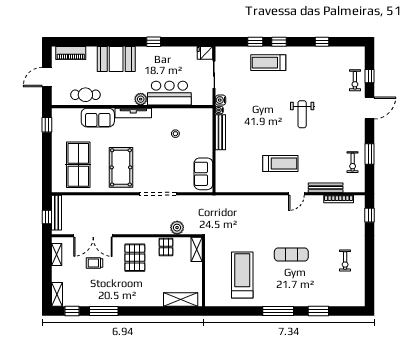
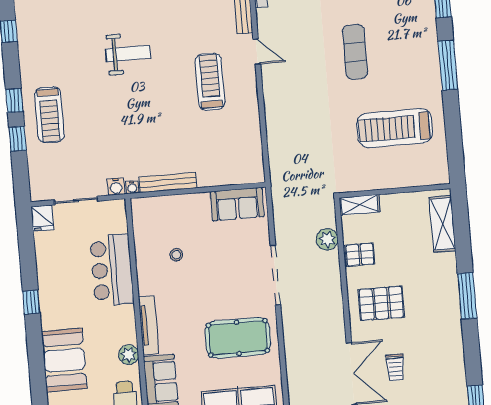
plant: (141, 99) -> (129, 355), moved
window: (104, 311) -> (467, 296), moved

